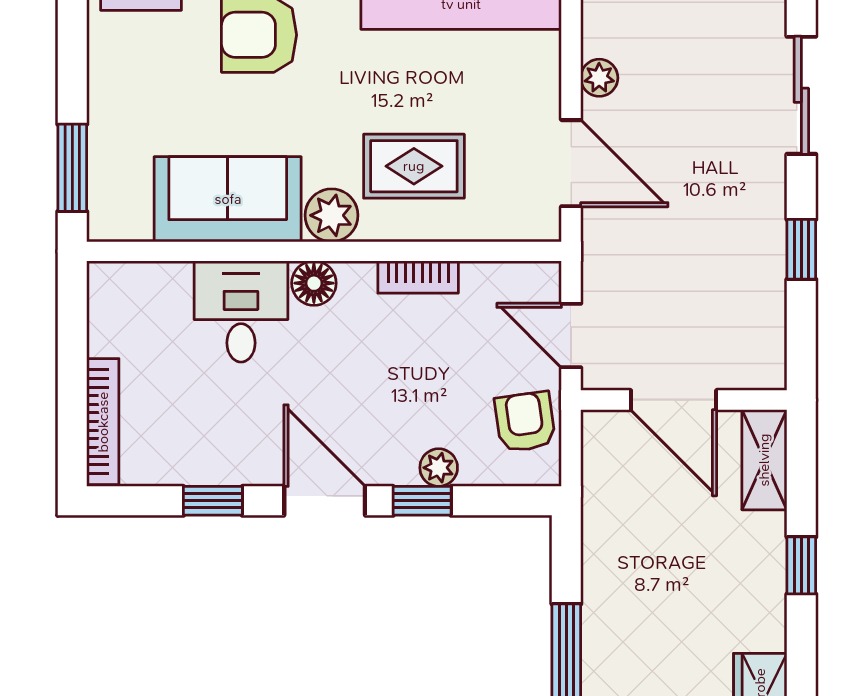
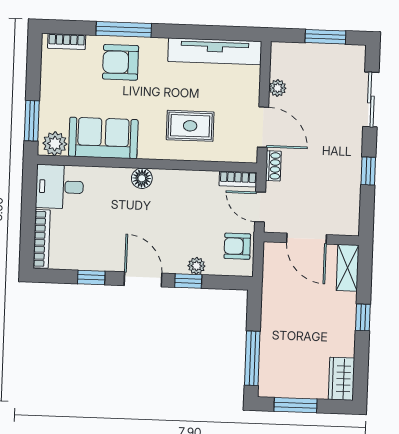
plant: (332, 215) -> (55, 144), moved
shoe rack: (596, 246) -> (273, 166), added
bookcase: (418, 277) -> (238, 179), moved
desk: (241, 312) -> (59, 187), moved, turned -90
armchair: (525, 422) -> (237, 246), turned -82

